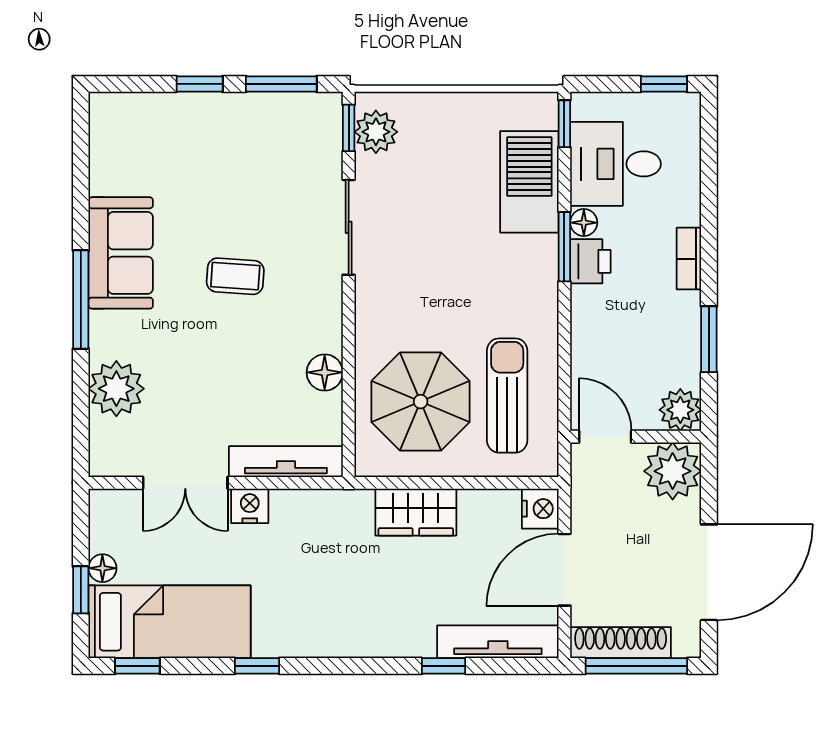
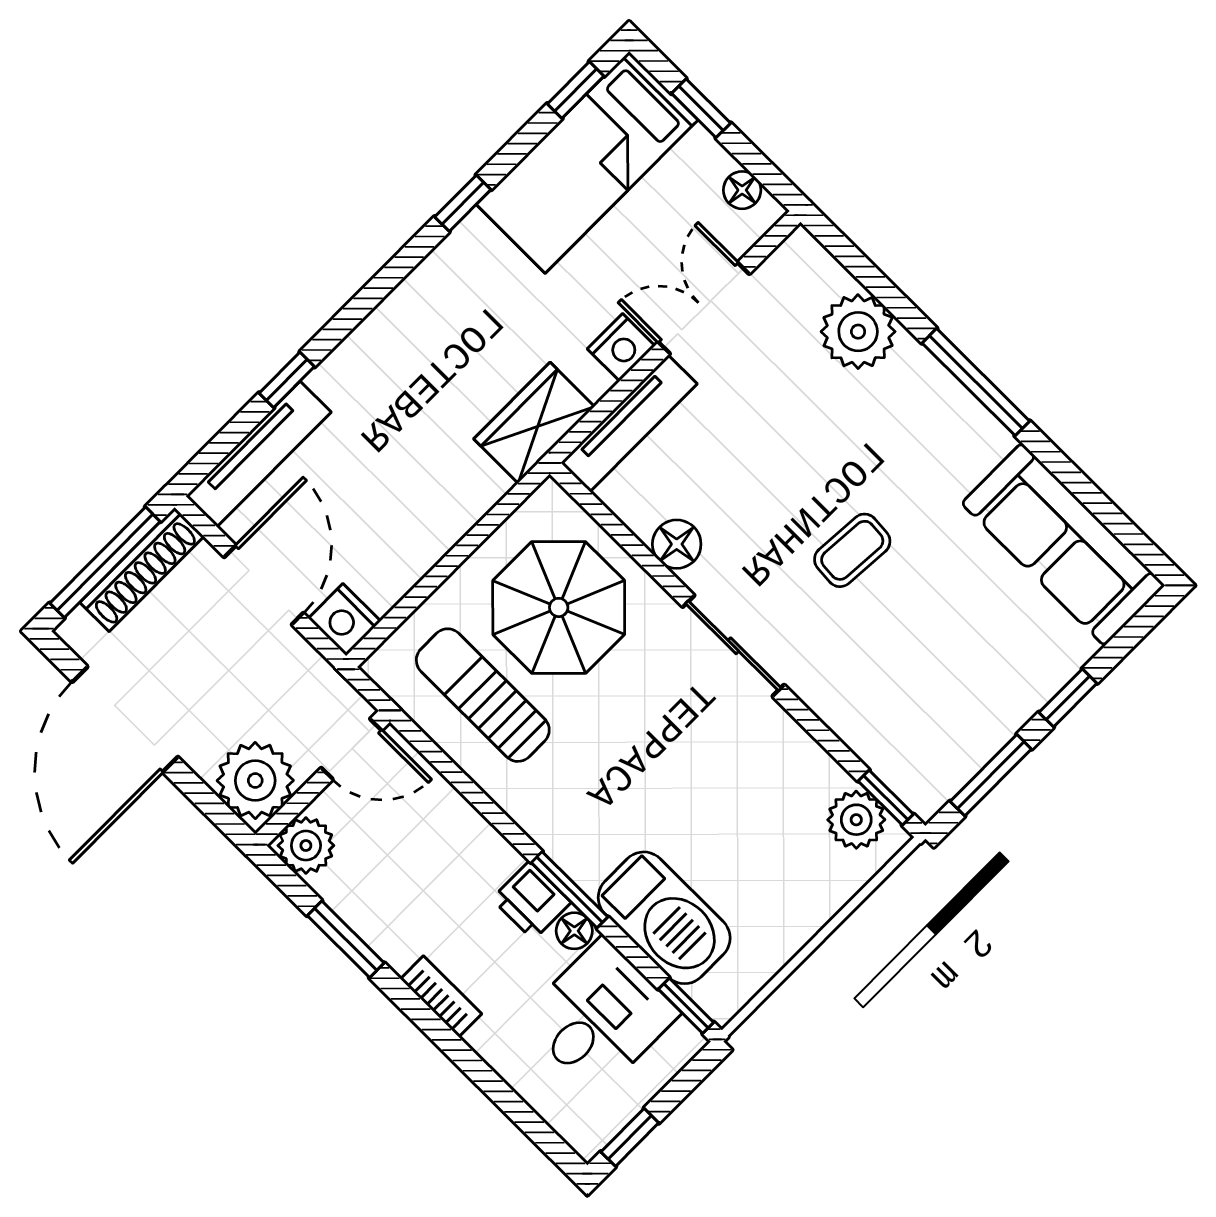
sliding door: (349, 227) -> (733, 646), moved
sofa: (121, 253) -> (1063, 544), moved, width x1.36
sun lounger: (507, 396) -> (483, 695), turned 180
wardrobe: (416, 512) -> (534, 423), moved
floor lamp: (102, 568) -> (742, 190), moved

